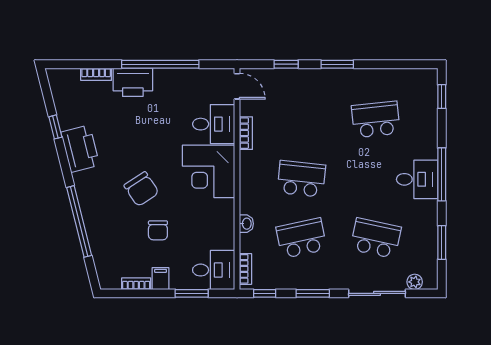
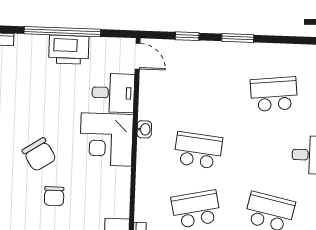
printer: (133, 82) -> (69, 50), moved
bookcase: (246, 133) -> (145, 103), removed
washbasin: (246, 224) -> (144, 129), moved

